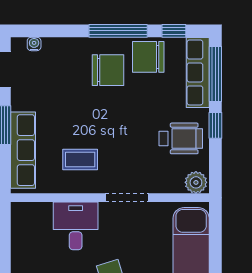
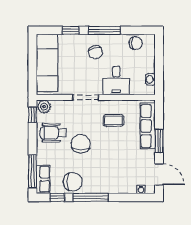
chair: (108, 70) -> (81, 144), moved, turned 90
row of seats: (198, 72) -> (43, 179), width x0.68
window: (215, 125) -> (32, 115), moved
washbasin: (19, 228) -> (150, 79), added

